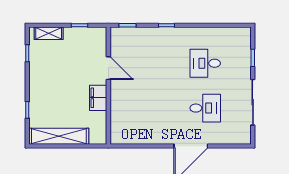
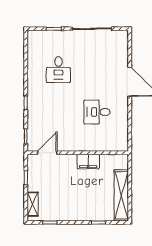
door: (108, 68) -> (47, 153), moved
desk: (205, 108) -> (97, 112), moved, turned -90

